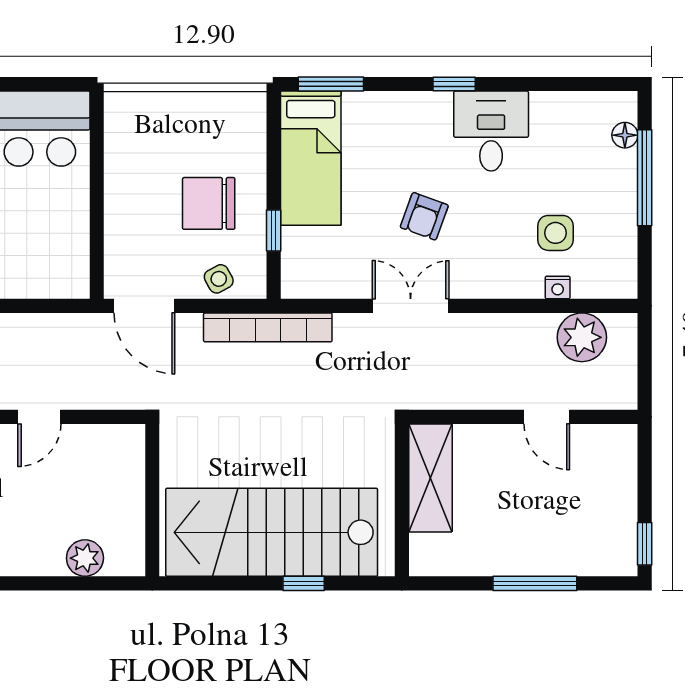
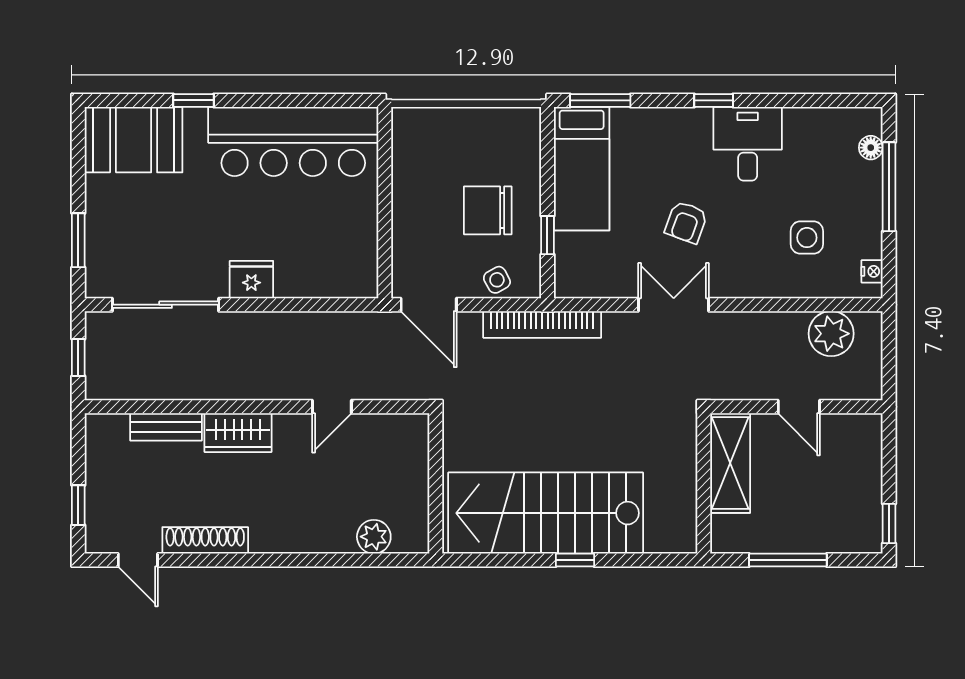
nightstand: (558, 287) -> (872, 271), moved, turned -90
shelving: (430, 478) -> (730, 463), moved
wall: (402, 500) -> (704, 483), moved

